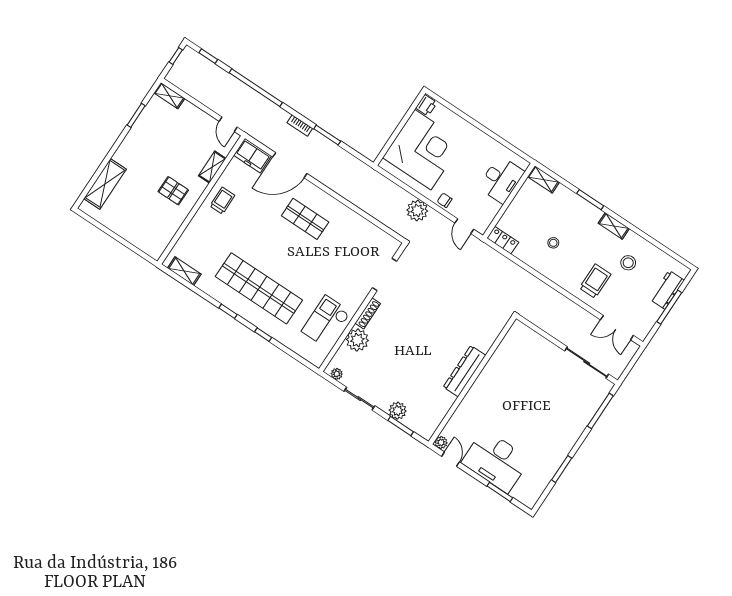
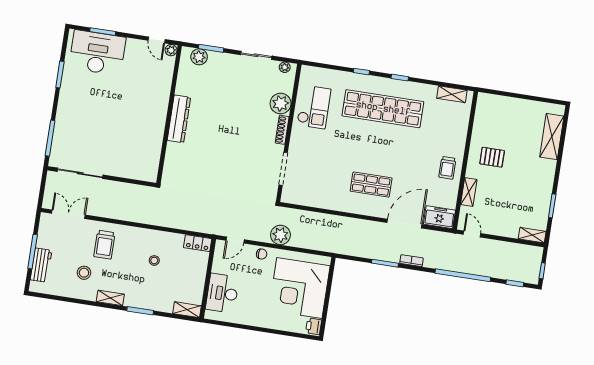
door: (464, 226) -> (235, 240), swing flipped
plant: (398, 411) -> (199, 57), moved
desk: (496, 461) -> (97, 53), moved

